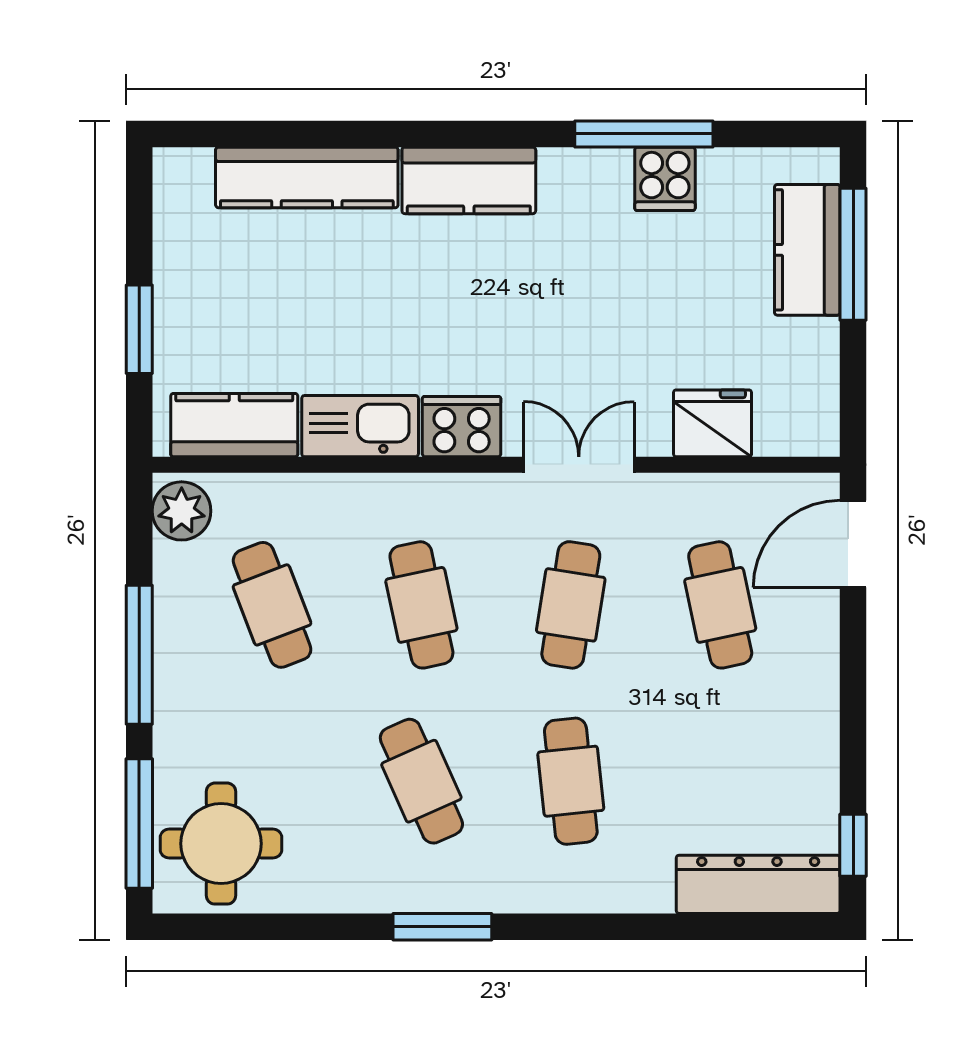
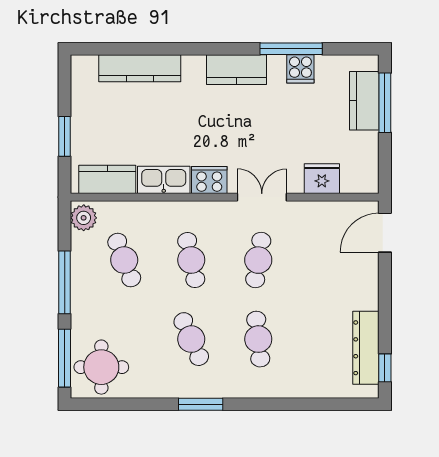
kitchen counter: (469, 180) -> (237, 70), moved
cafe table: (720, 605) -> (325, 260), removed
dresser: (758, 884) -> (366, 348), moved, turned -90

